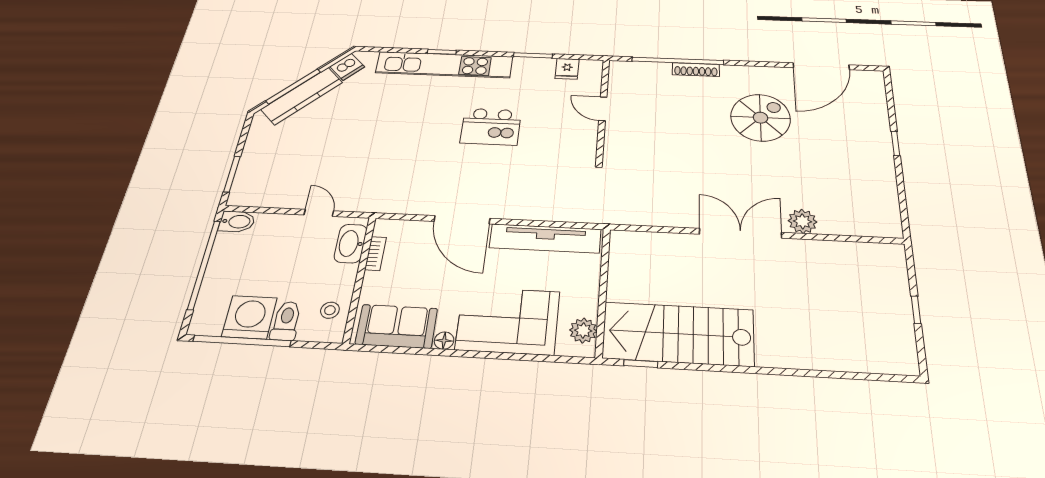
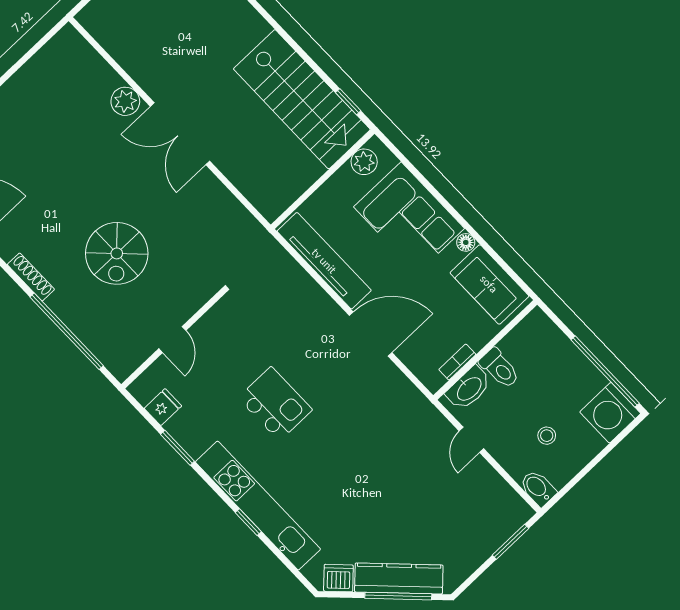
shoe rack: (696, 70) -> (31, 277), moved
spiral stairs: (761, 118) -> (117, 253), moved, turned -90
door: (462, 220) -> (371, 334), hinge flipped
window: (204, 264) -> (588, 468), removed
stool: (330, 310) -> (547, 436), moved
washing machine: (249, 317) -> (610, 413), moved
toilet: (286, 321) -> (499, 368), moved, turned -90

